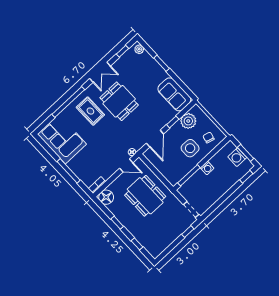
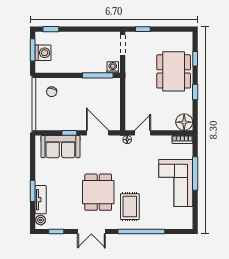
tv unit: (151, 62) -> (41, 200), added
double door: (100, 72) -> (91, 231), swing flipped
sofa: (174, 94) -> (60, 147), moved, turned 90
plant: (188, 121) -> (56, 121), removed
corner sofa: (62, 139) -> (176, 183), moved
door: (155, 139) -> (97, 133), hinge flipped
side table: (190, 148) -> (75, 97), removed
door: (126, 165) -> (143, 133), hinge flipped
washing machine: (207, 168) -> (113, 67), moved
dining table: (145, 196) -> (174, 71), moved

